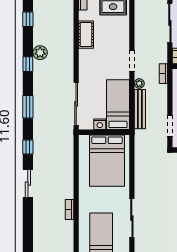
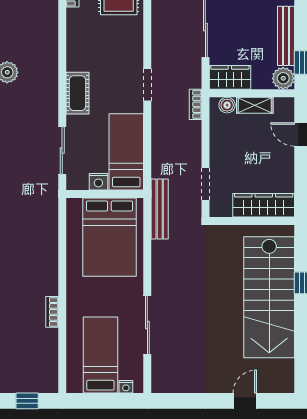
cot: (86, 35) -> (77, 93), moved
plant: (139, 84) -> (159, 119), removed
sliding door: (76, 104) -> (62, 150), width x0.73
bench: (140, 109) -> (160, 209), moved

